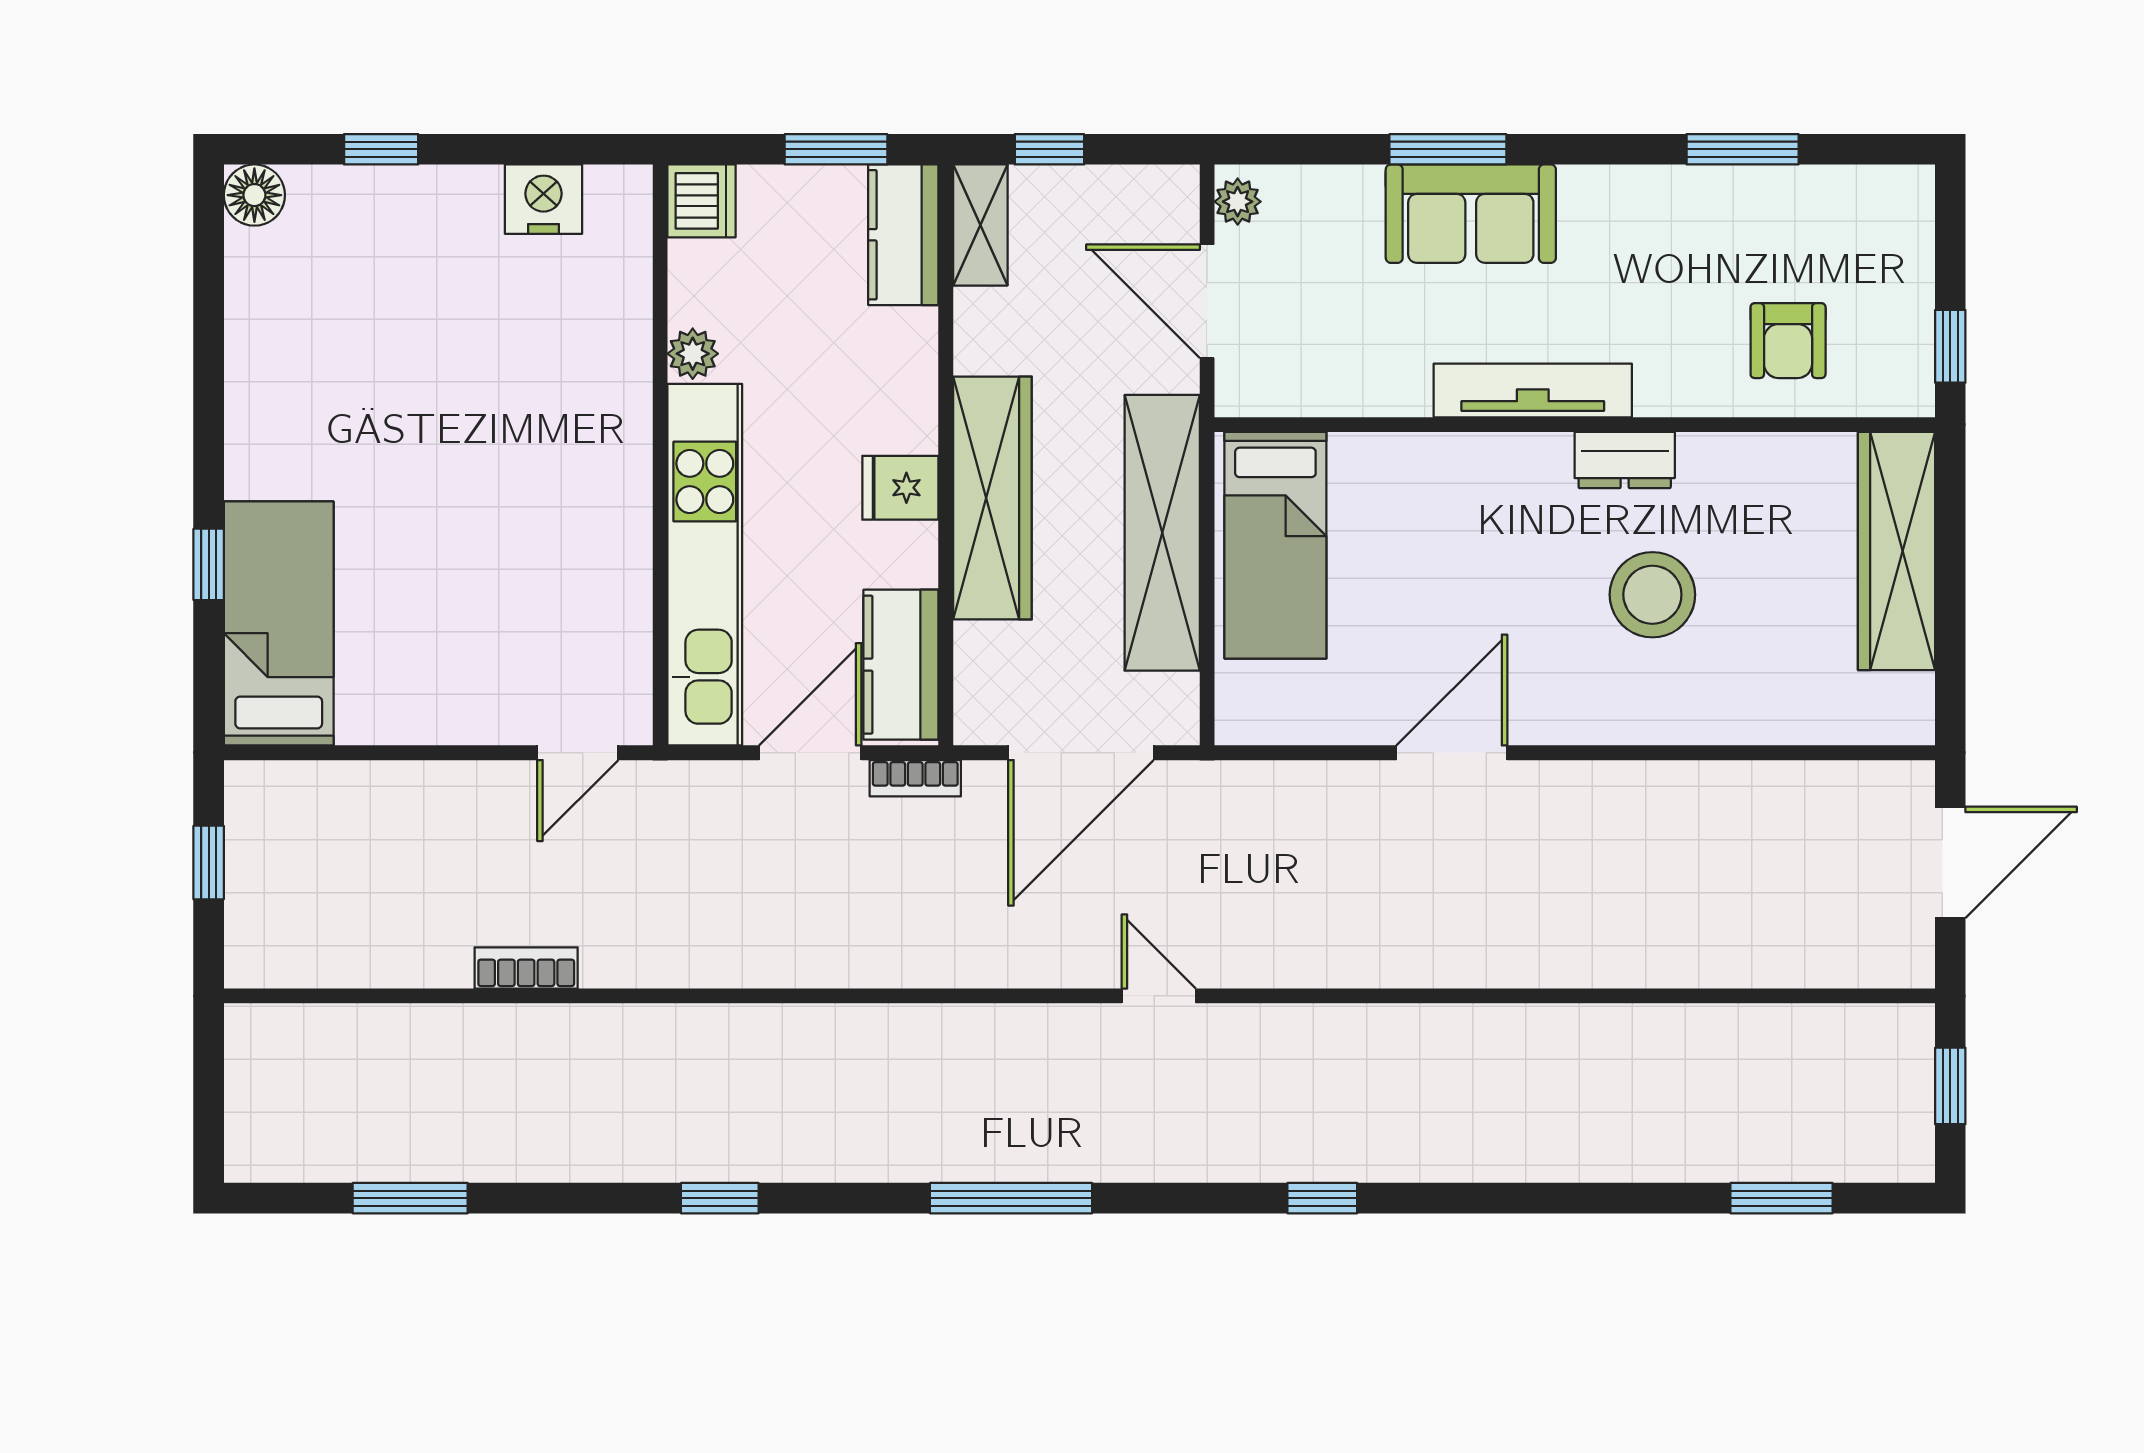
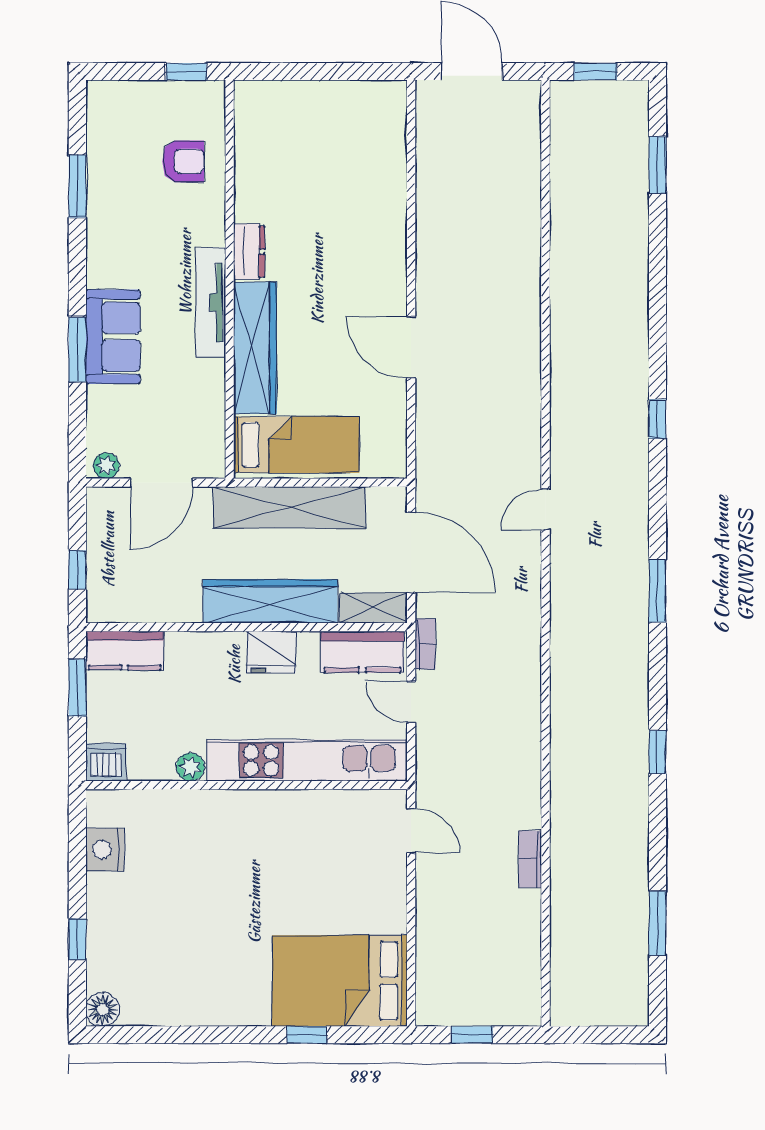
shelving: (980, 225) -> (374, 608), moved
fridge: (900, 488) -> (271, 652), width x1.38
wardrobe: (1896, 551) -> (255, 348), moved, turned -90
stool: (1652, 595) -> (324, 236), removed
bed: (279, 623) -> (340, 981), width x1.50
door: (810, 753) -> (411, 702), width x0.73
window: (1011, 1198) -> (657, 591), width x0.69

